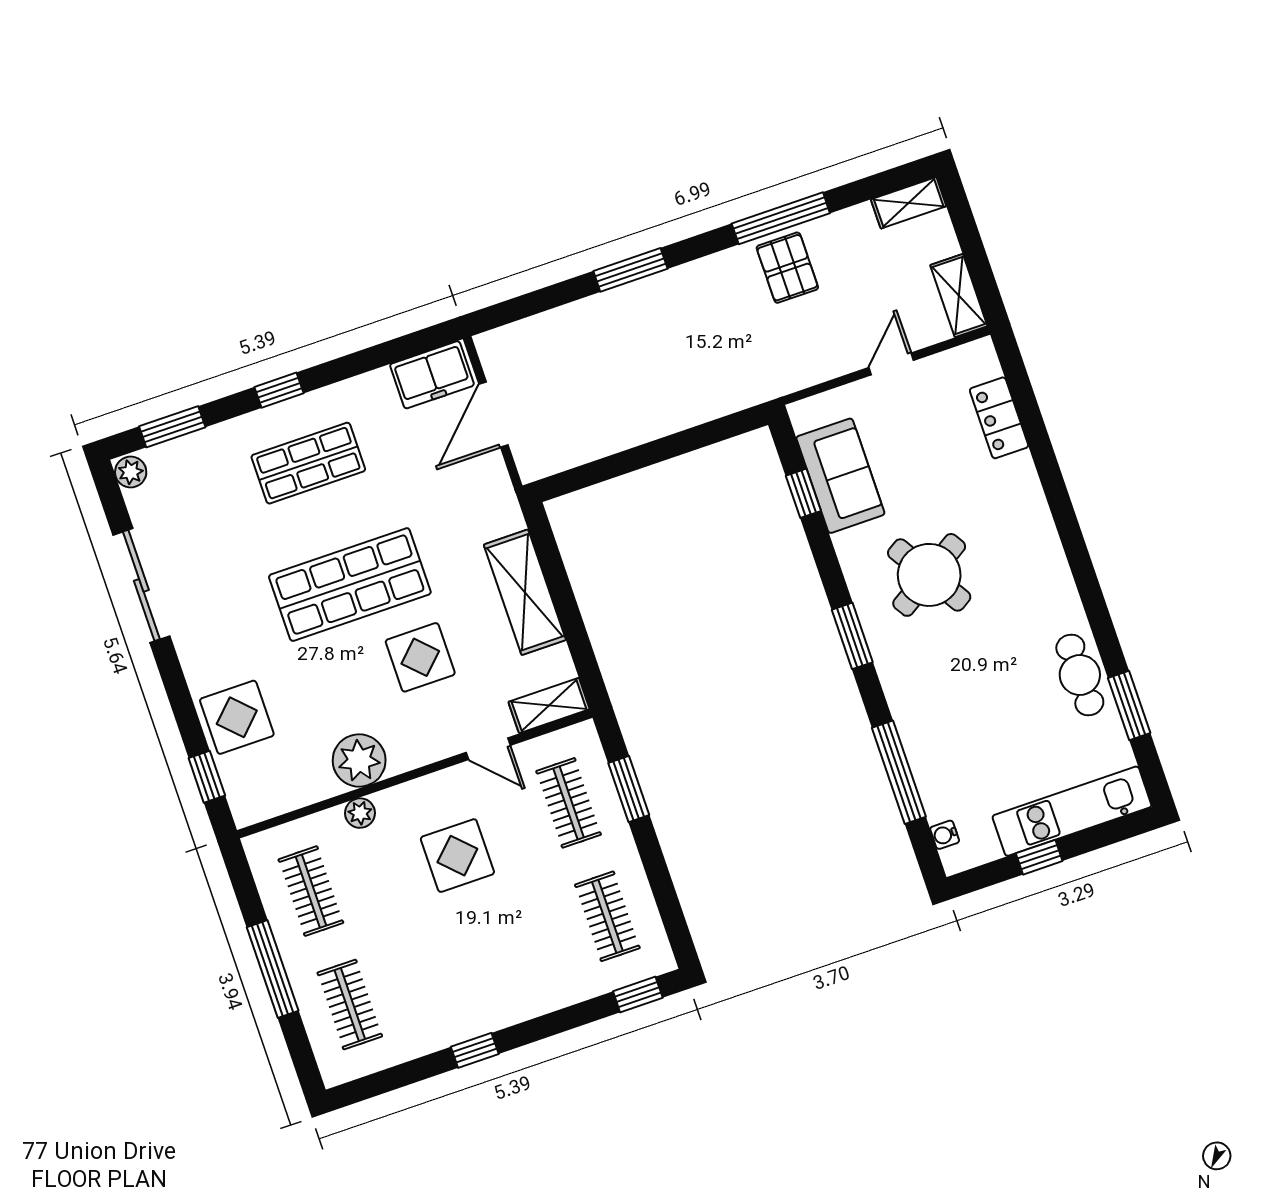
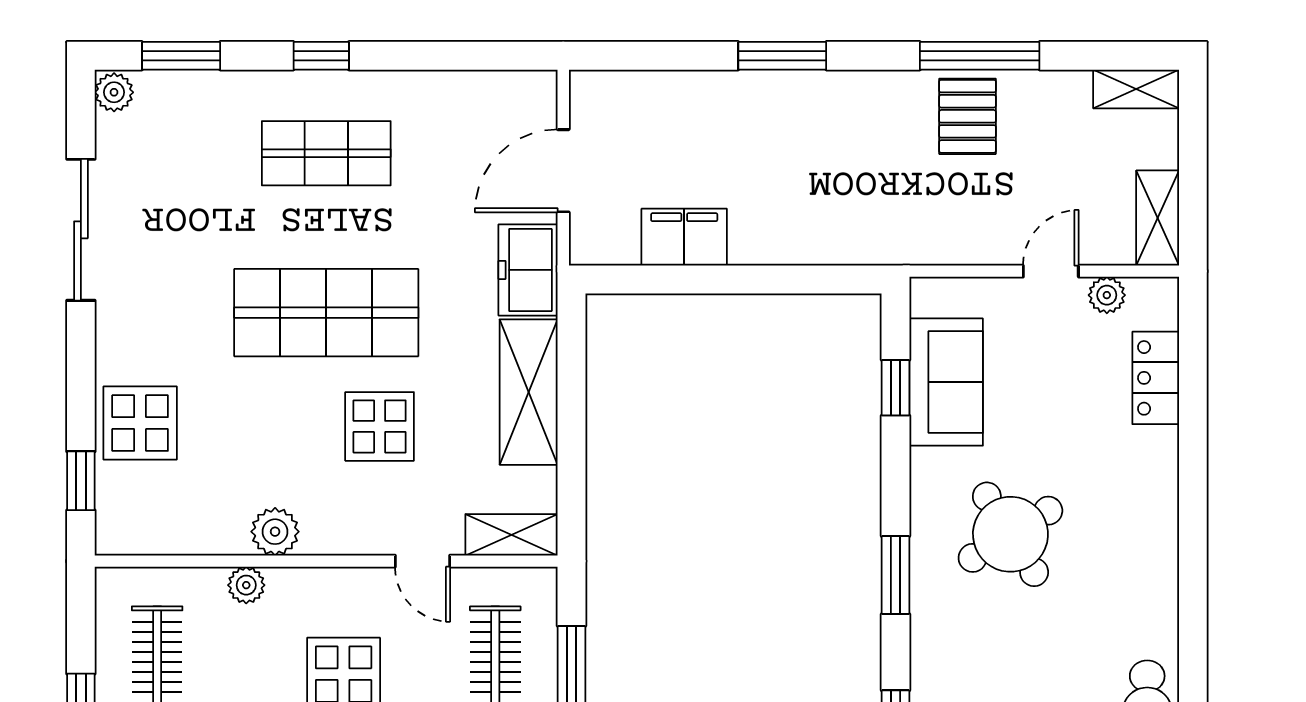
plant: (940, 368) -> (1107, 295), added
freezer: (432, 375) -> (528, 270), moved, turned 90
filing cabinet: (603, 434) -> (684, 237), added
plant: (359, 760) -> (275, 532), width x0.73, depth x0.73

